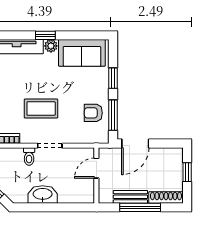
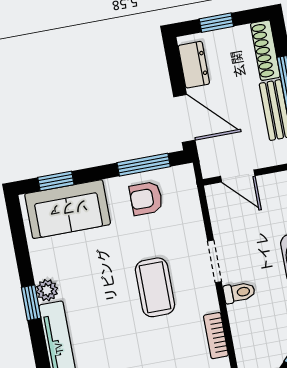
sofa: (82, 53) -> (68, 209), moved, turned 90
window: (113, 78) -> (56, 181), moved
armchair: (93, 113) -> (146, 198), turned 90
dresser: (165, 155) -> (194, 65), added

